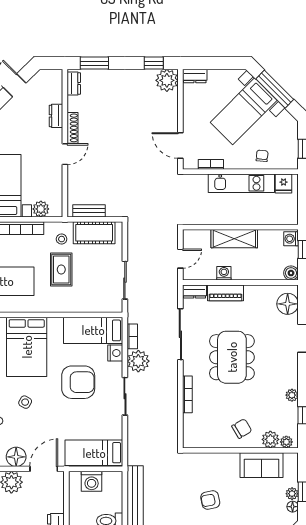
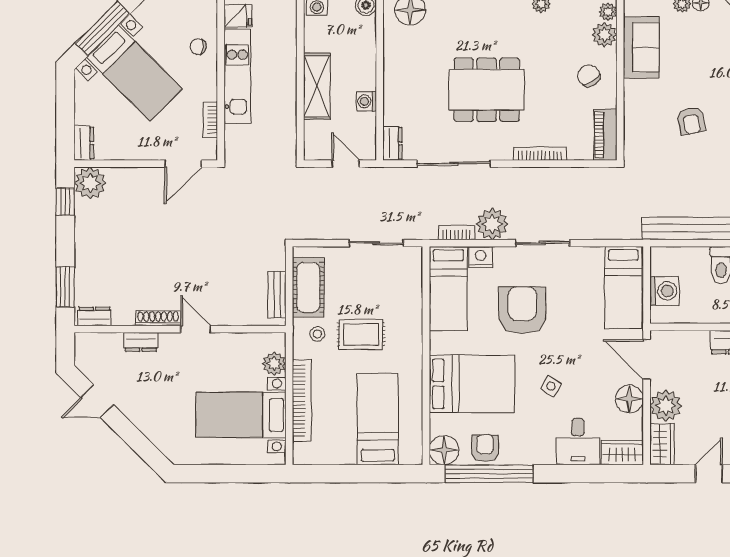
piano: (226, 293) -> (605, 135), moved, turned 180

